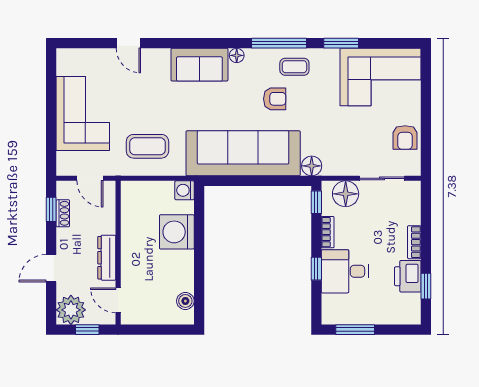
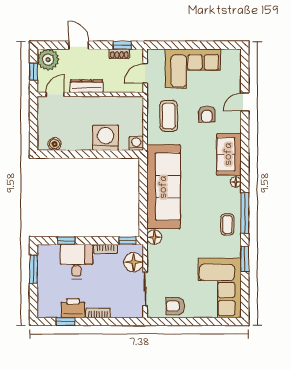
armchair: (275, 99) -> (207, 114), moved
window: (316, 269) -> (66, 241), moved

